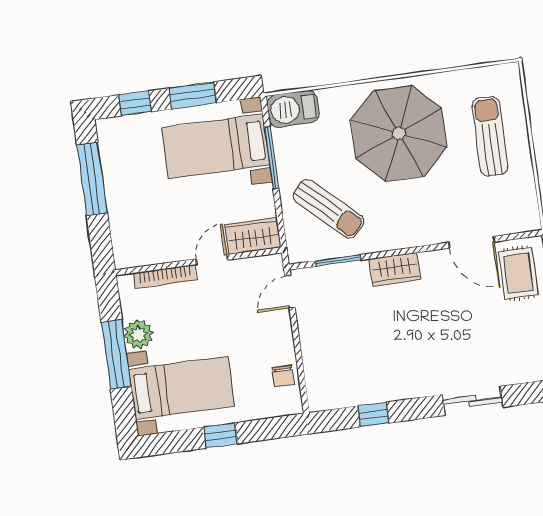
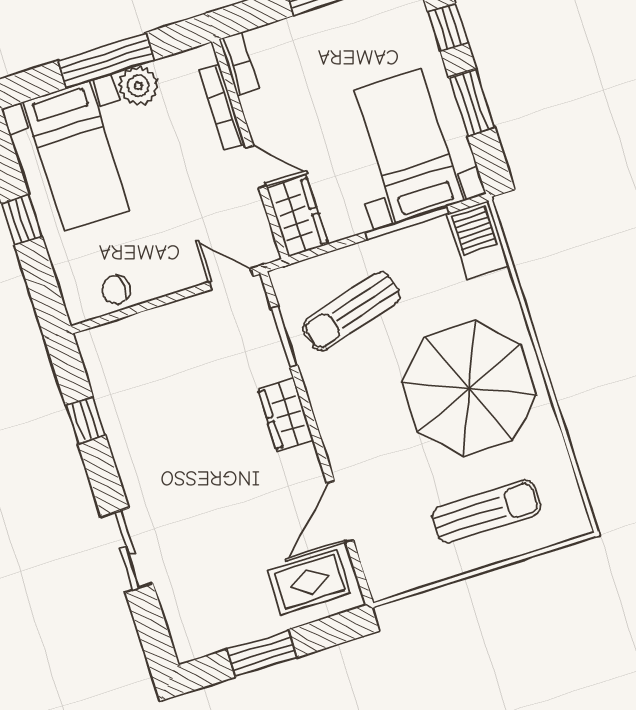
sun lounger: (328, 209) -> (351, 312), turned 31
bookcase: (135, 259) -> (239, 64), added

